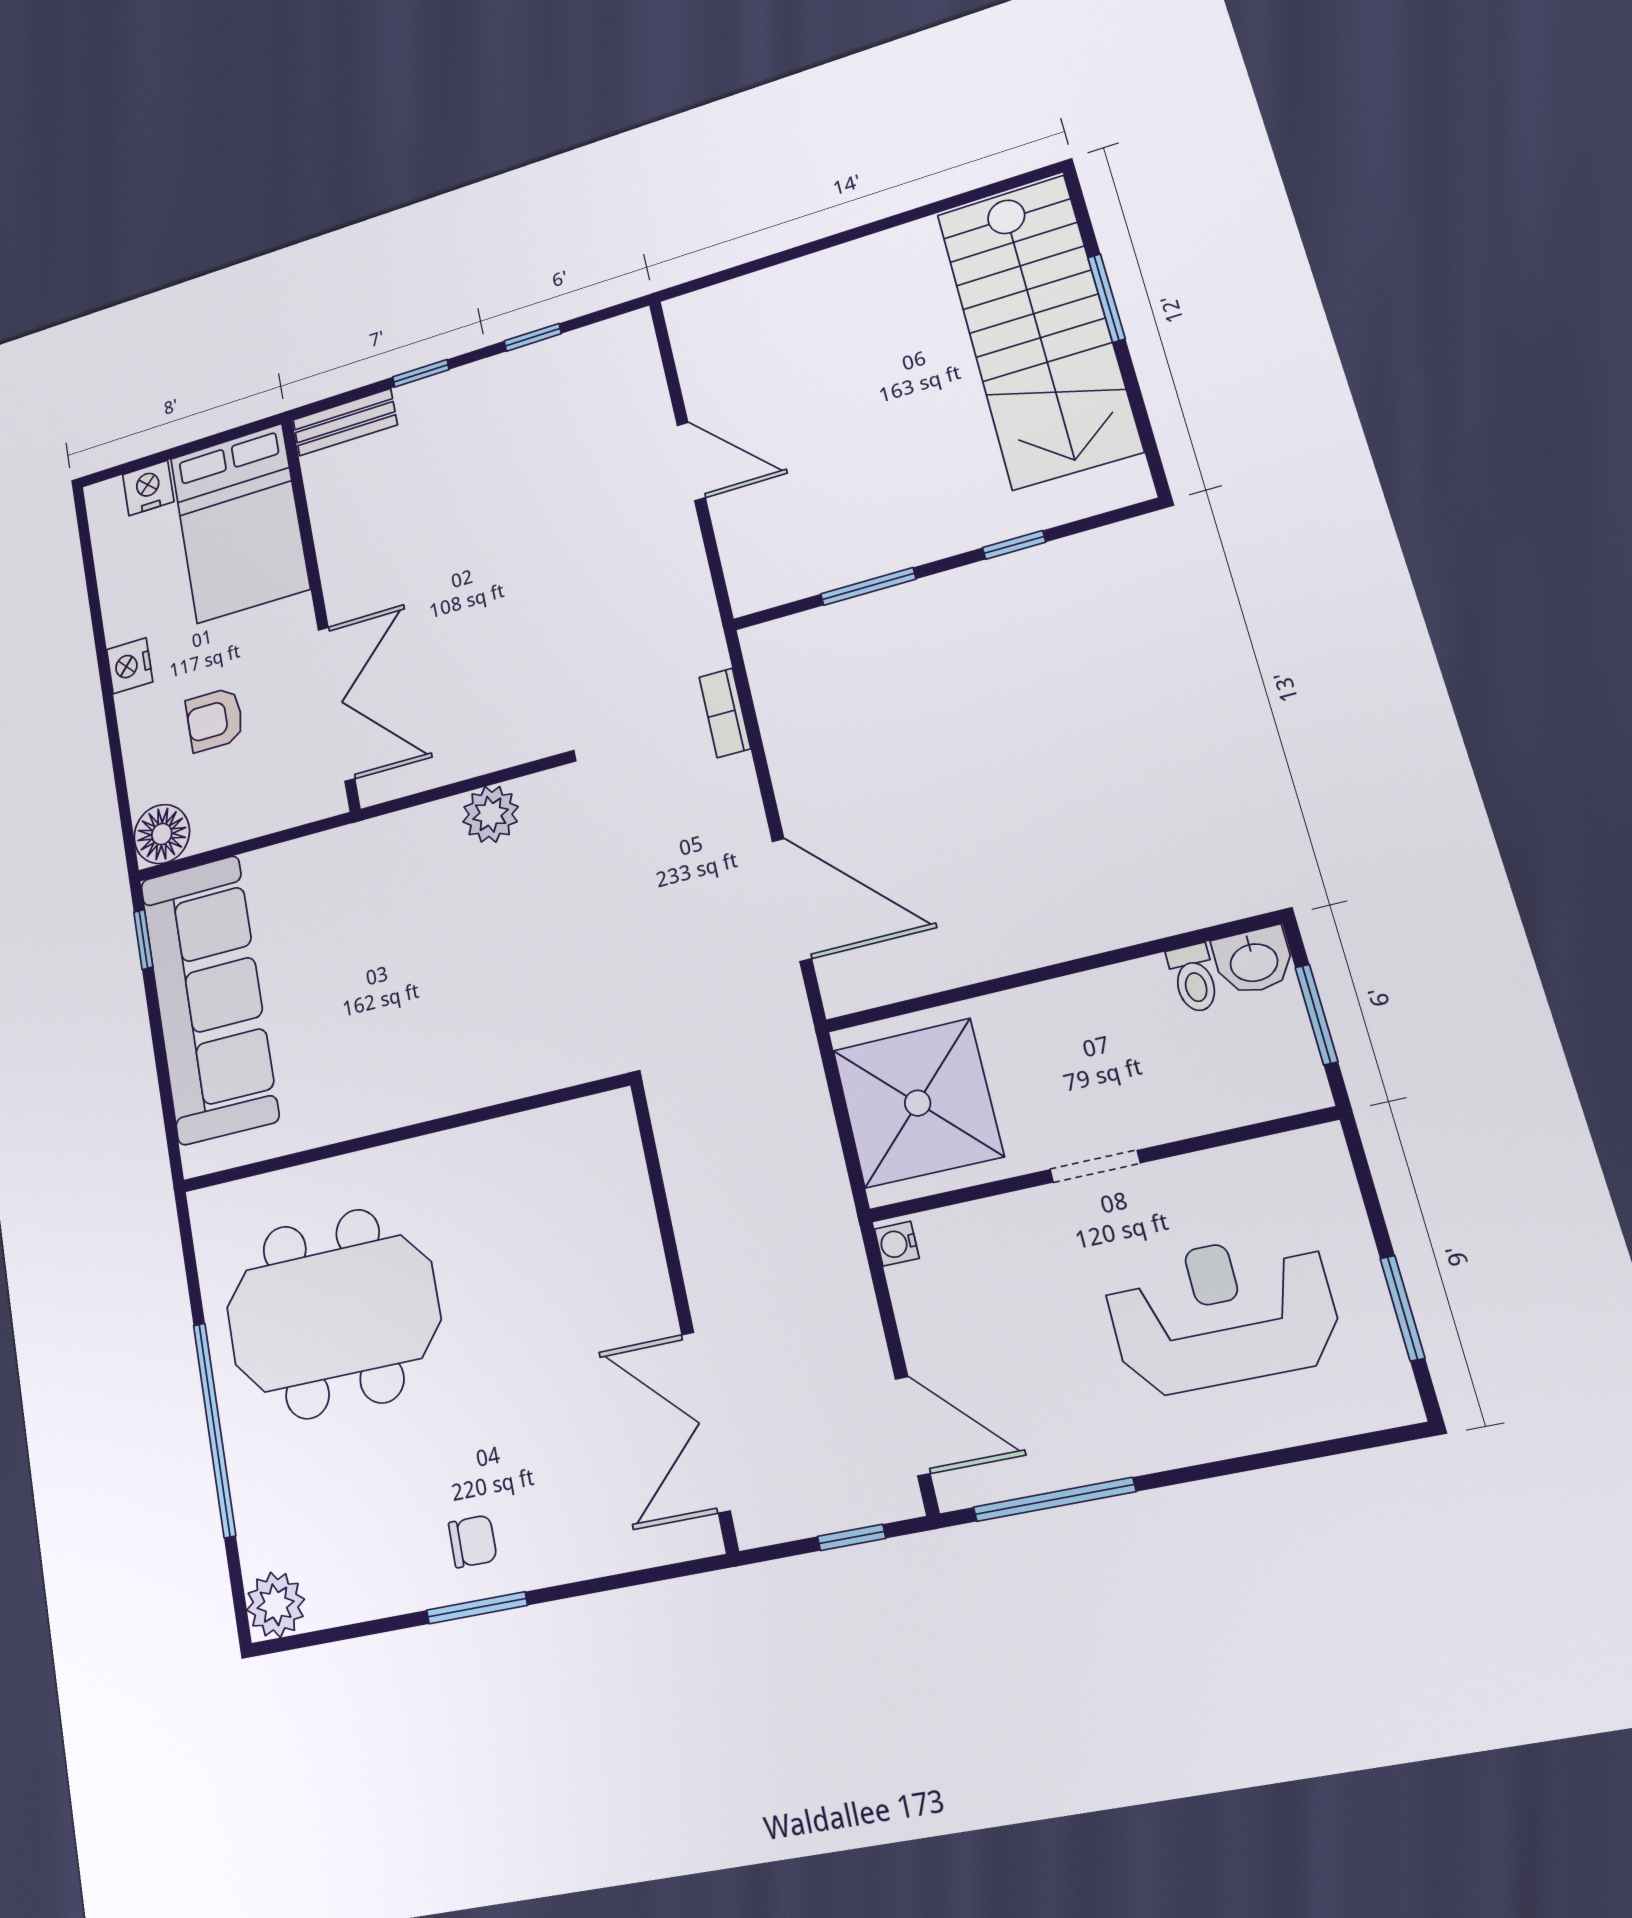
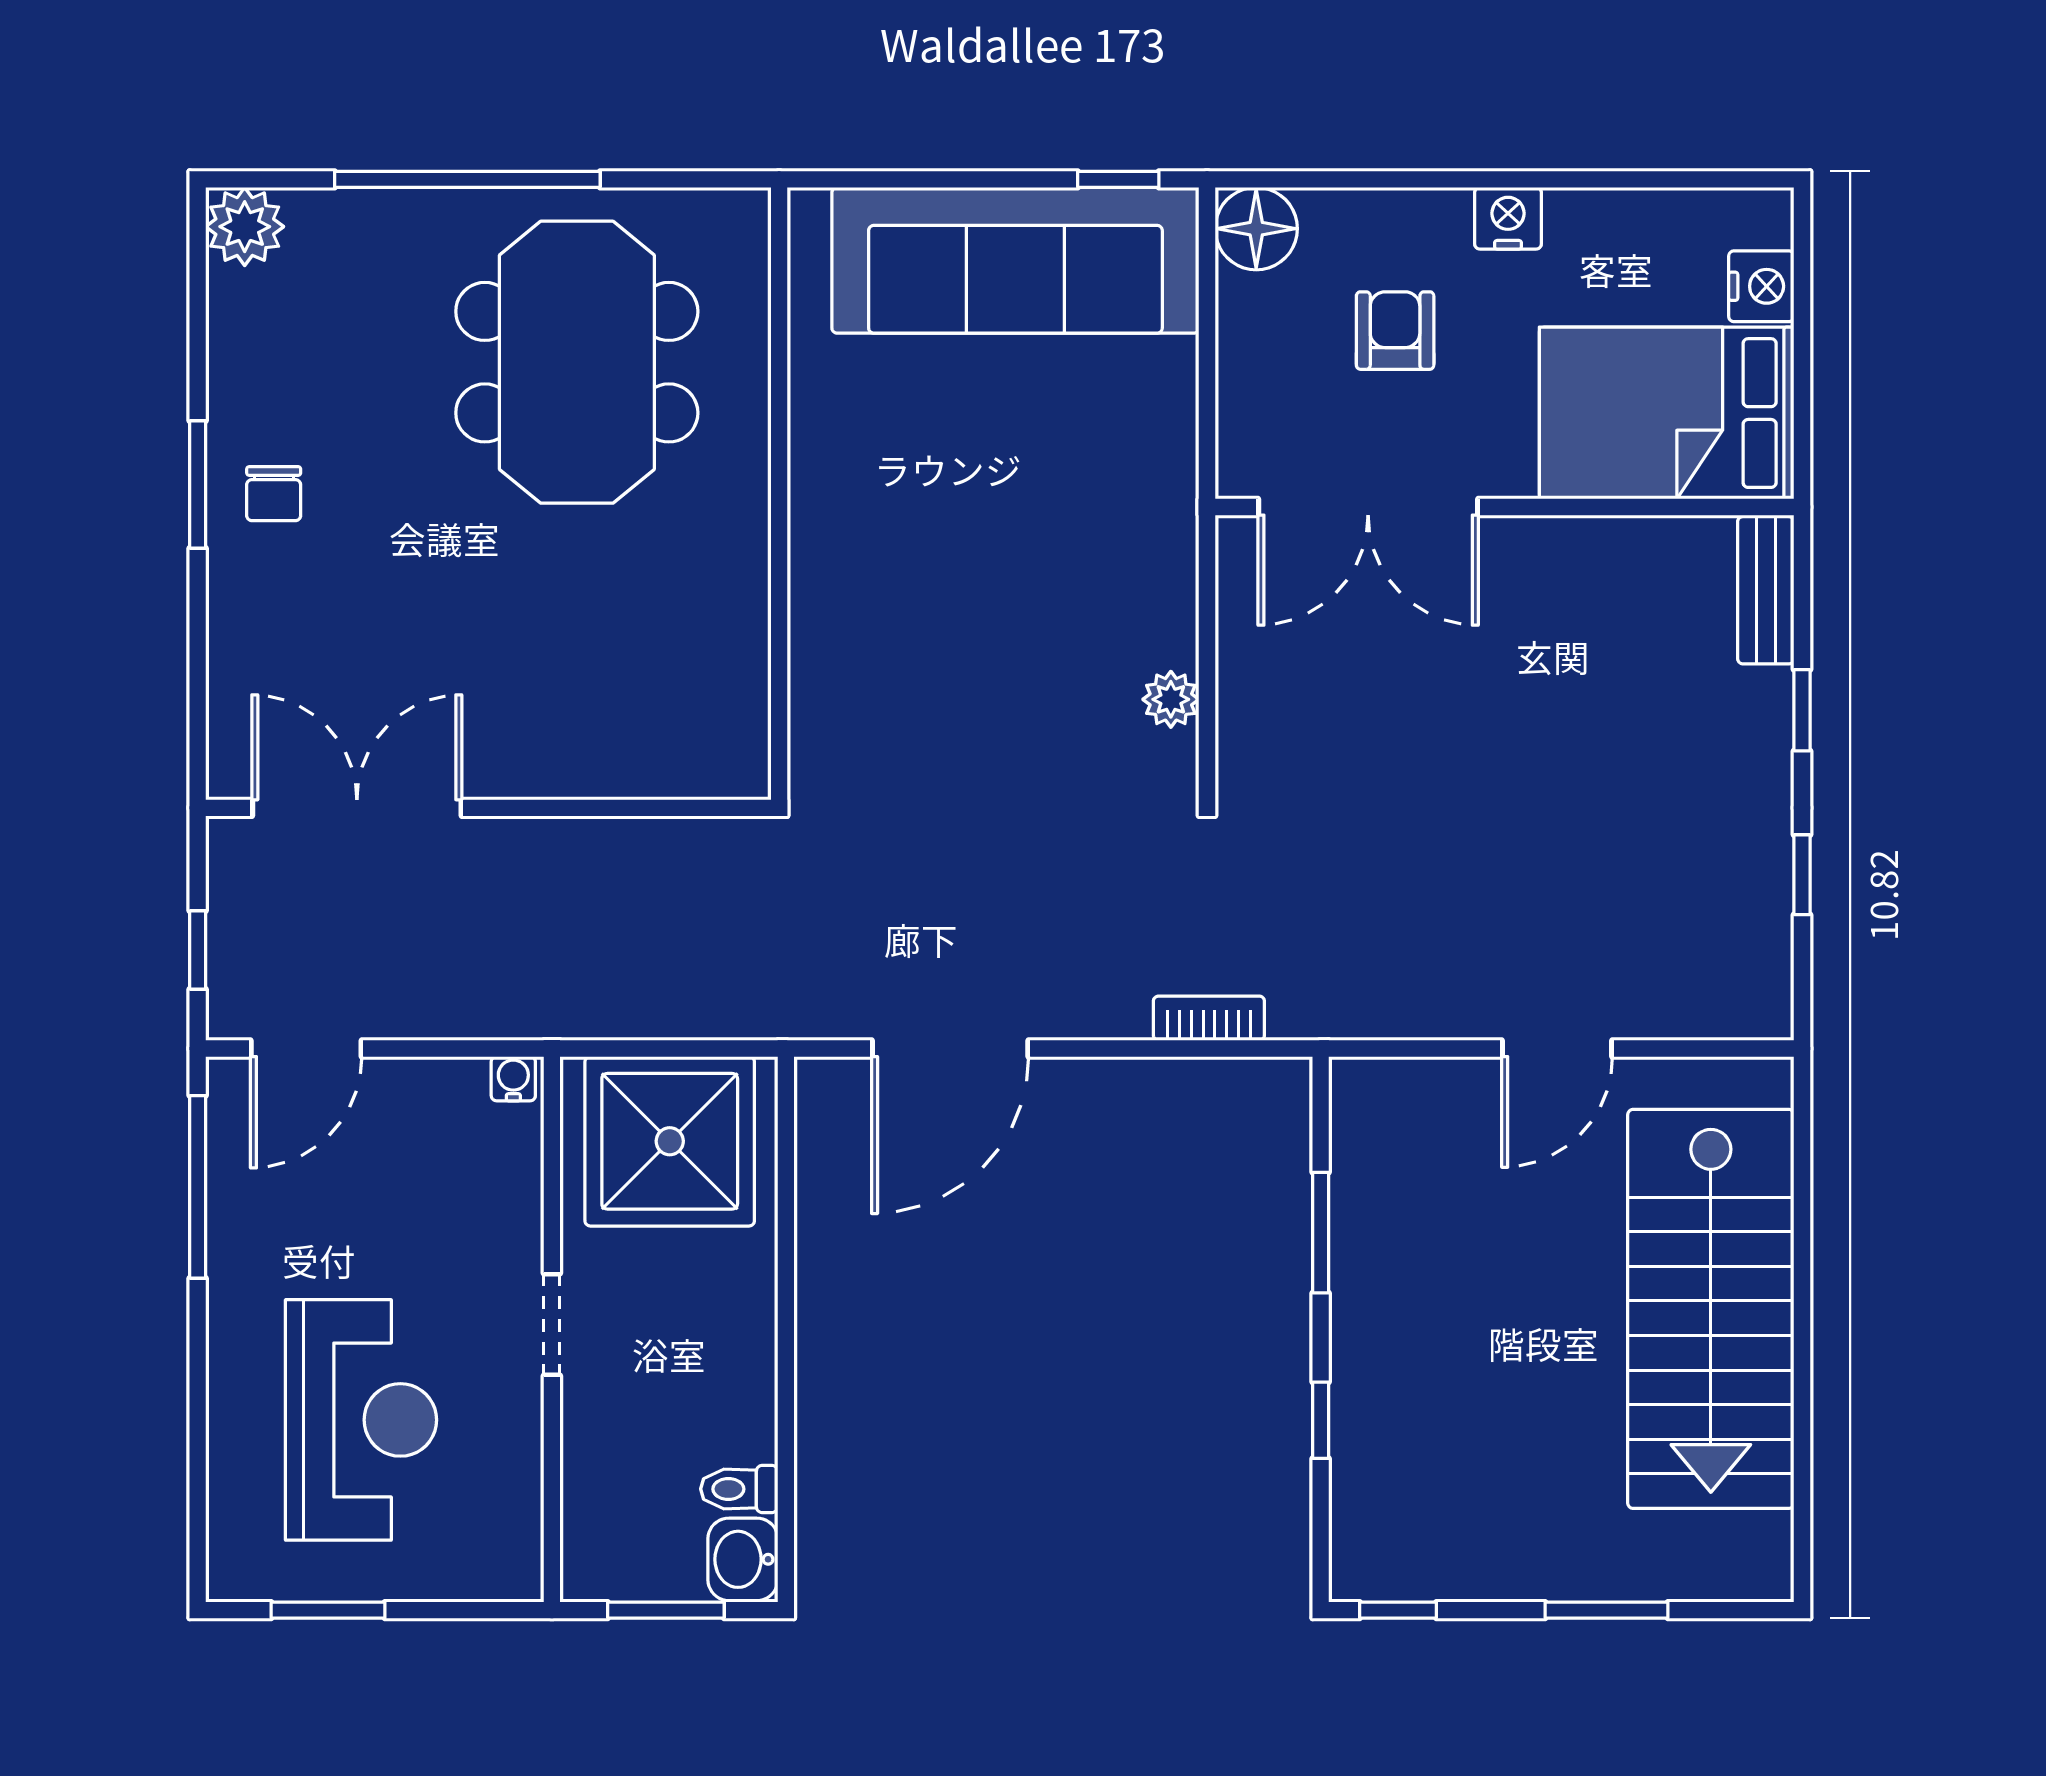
stairs: (1038, 331) -> (1711, 1309), moved, turned -90
window: (1150, 445) -> (1398, 1610), added
plant: (490, 814) -> (1171, 699), width x0.73, depth x0.73

